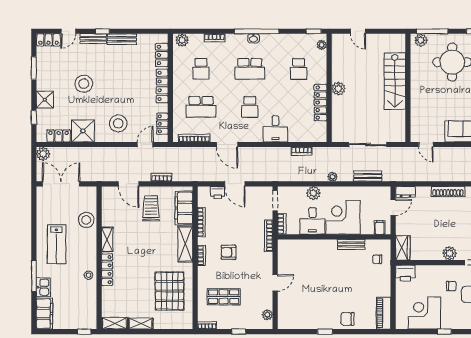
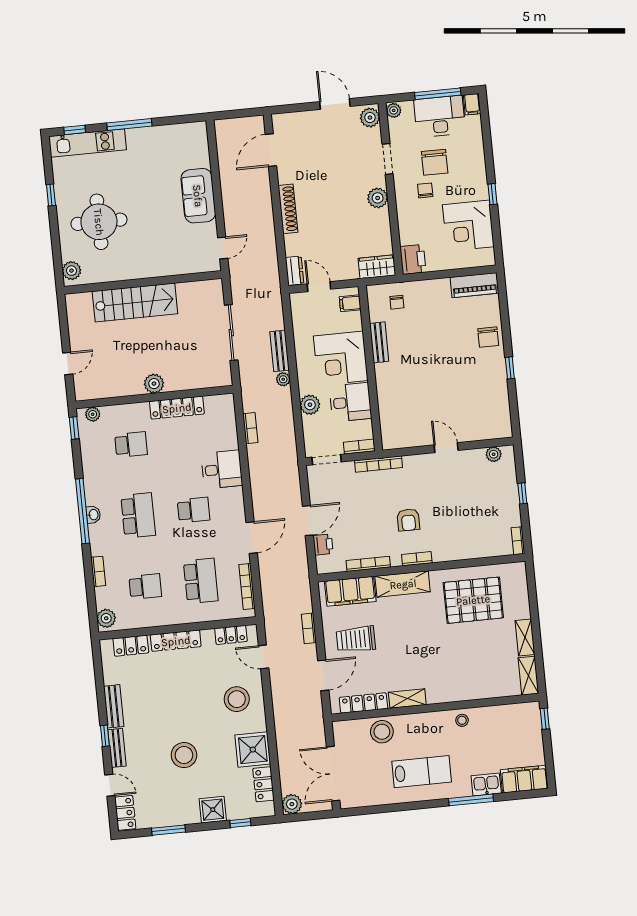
window: (432, 31) -> (57, 255), removed
bench: (368, 176) -> (280, 351), moved
locker: (107, 270) -> (363, 703), moved
shop shelf: (224, 297) -> (474, 520), removed

